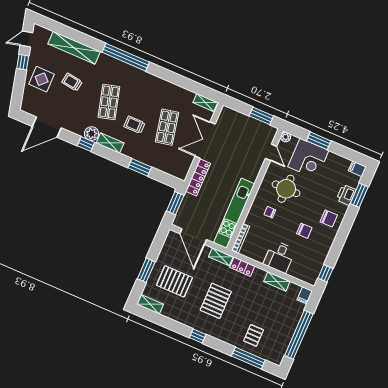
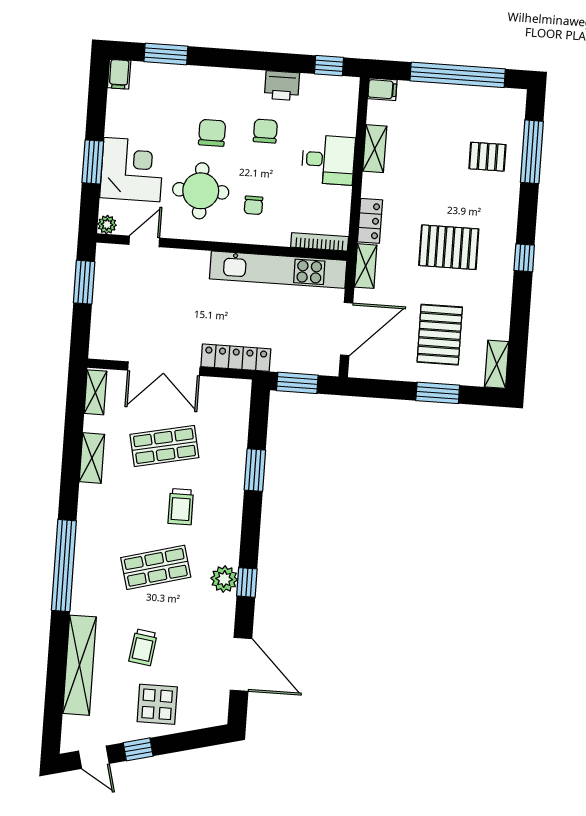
shelving: (110, 143) -> (92, 458), moved
printer: (346, 195) -> (282, 86), moved
chair: (329, 218) -> (212, 133), moved

